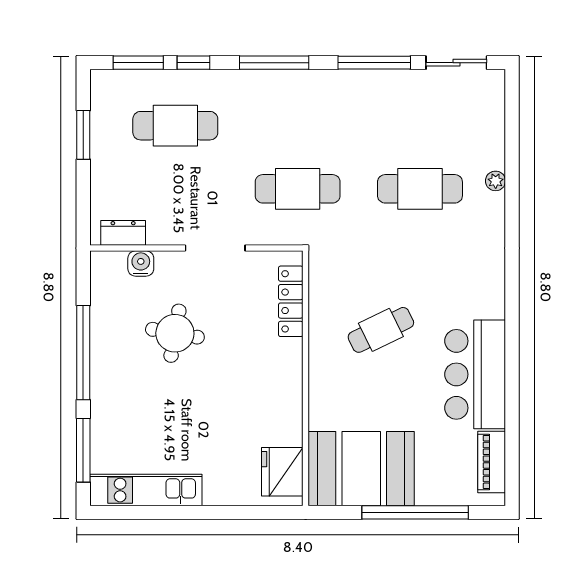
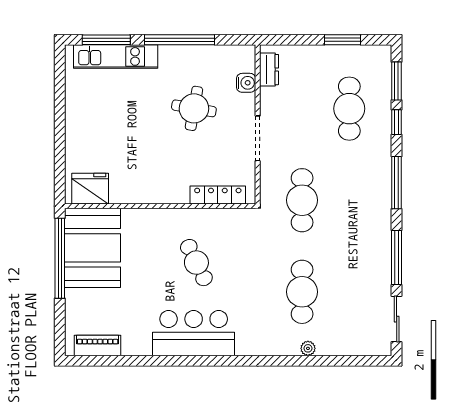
bar counter: (475, 374) -> (194, 333), moved
kitchen unit: (146, 490) -> (116, 56), moved, turned 90
window: (415, 512) -> (60, 258), moved

